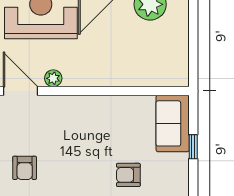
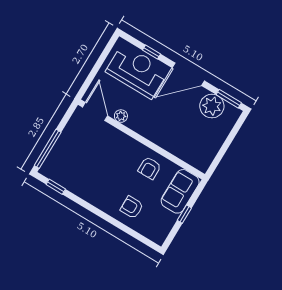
armchair: (25, 168) -> (150, 168), moved

